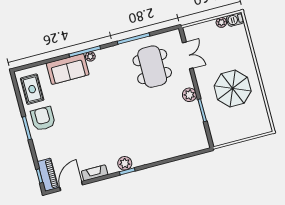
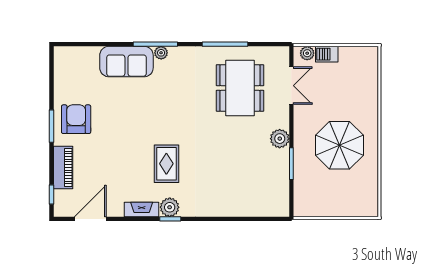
barbecue: (235, 19) -> (327, 54), moved
plant: (221, 22) -> (307, 53), moved
rug: (32, 89) -> (166, 164), moved
fireplace: (95, 173) -> (142, 209), moved
piano: (48, 175) -> (63, 167), moved

